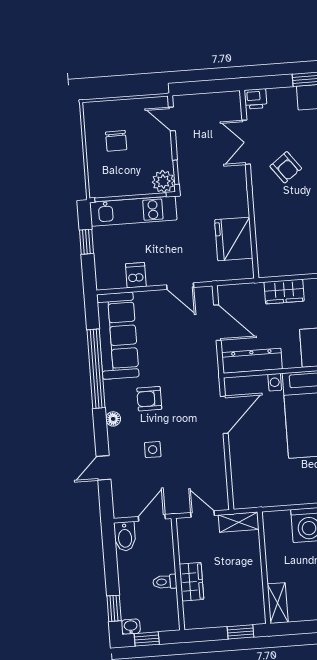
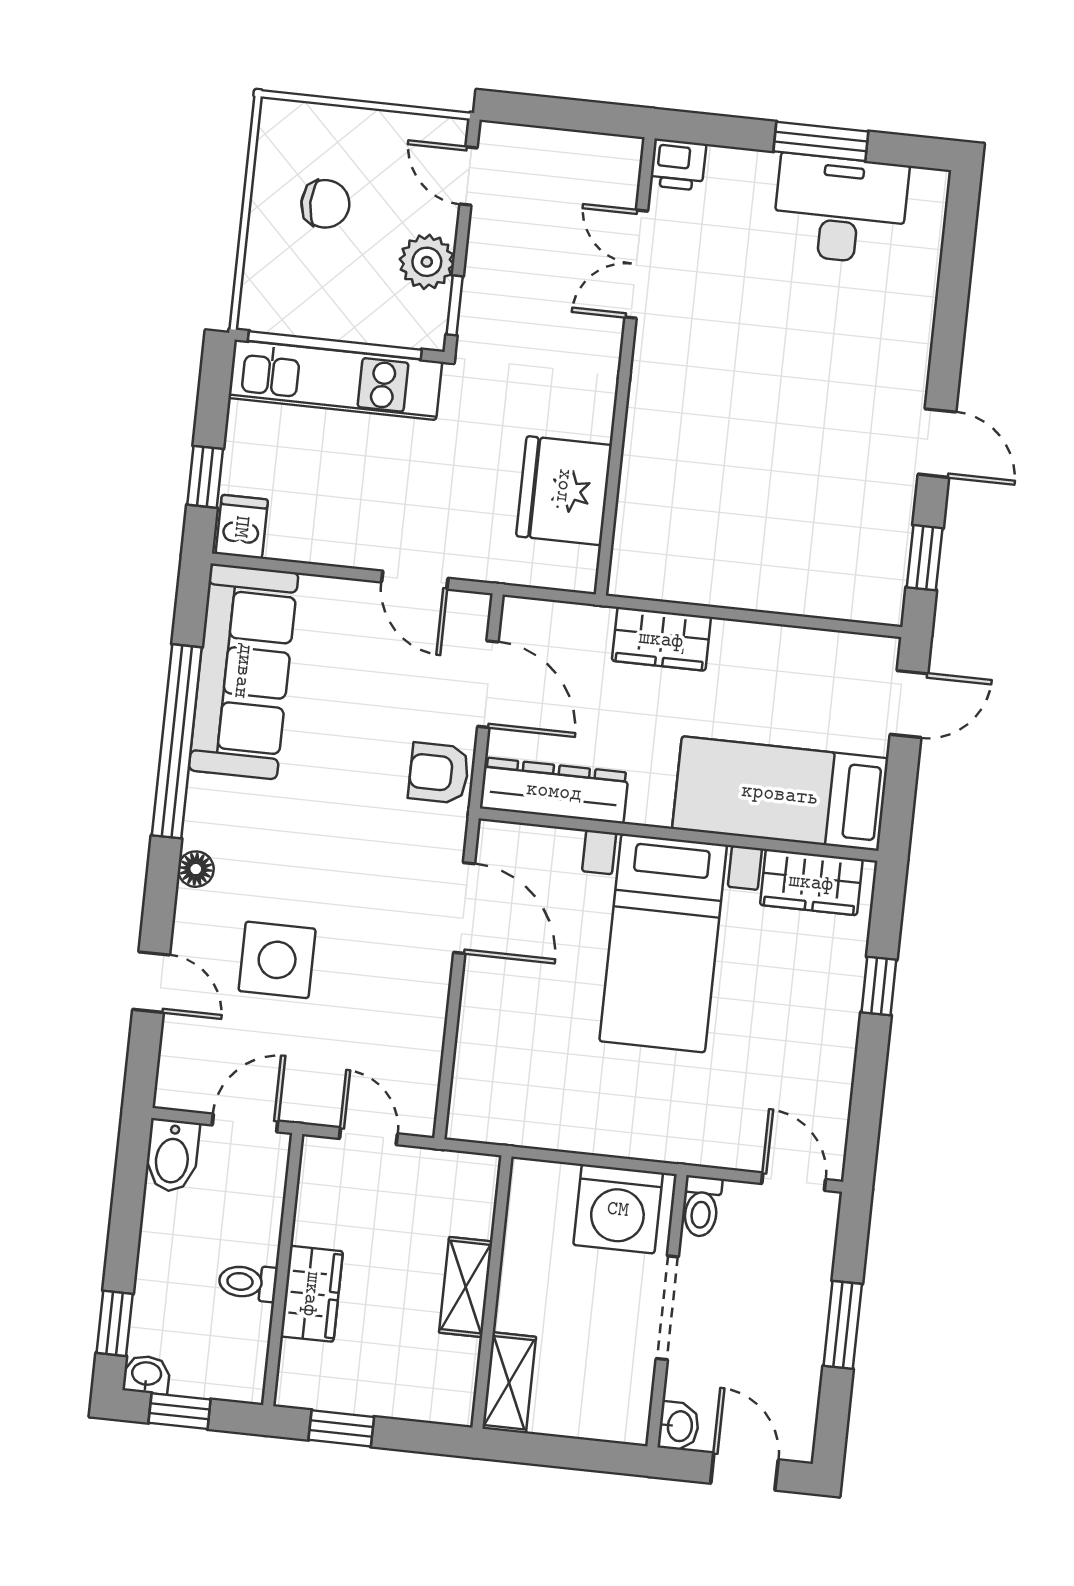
chair: (116, 141) -> (325, 204), turned -89
armchair: (286, 167) -> (720, 342), removed
plant: (163, 181) -> (427, 262), moved
window: (86, 242) -> (205, 477), moved
dishwasher: (136, 275) -> (242, 527), moved
armchair: (149, 399) -> (439, 773), moved
door: (224, 415) -> (464, 908), hinge flipped
side table: (153, 450) -> (277, 960), width x1.87, depth x1.87
door: (103, 468) -> (151, 982), swing flipped
shelving: (239, 522) -> (466, 1287), moved, turned 90
window: (241, 632) -> (341, 1428), moved

